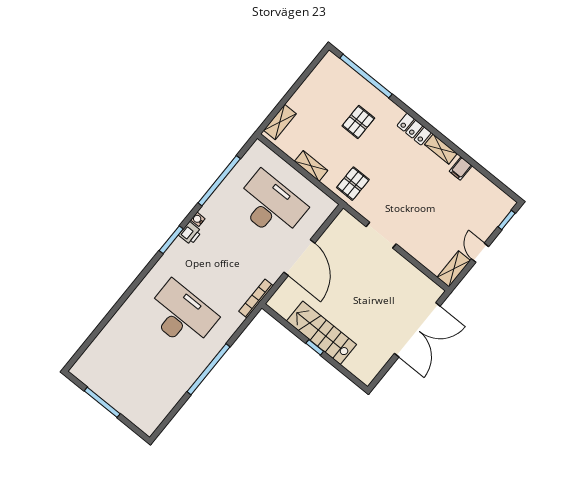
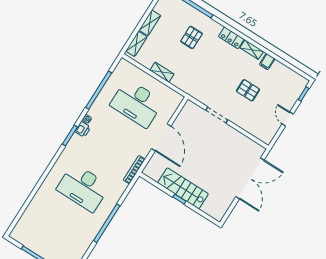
pallet: (353, 184) -> (248, 90), moved, turned 90
desk: (270, 205) -> (137, 103), turned 180
shelving: (454, 269) -> (150, 23), moved
desk: (181, 315) -> (83, 188), turned 180

